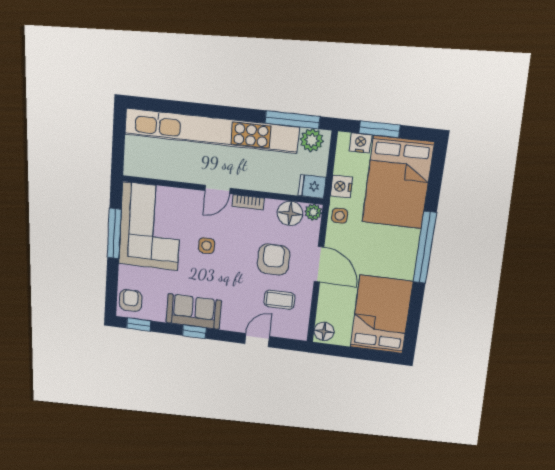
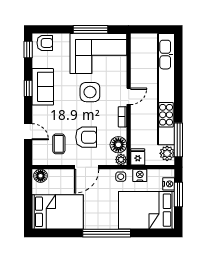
door: (217, 189) -> (129, 96), swing flipped
side table: (207, 246) -> (90, 92), width x1.87, depth x1.87

